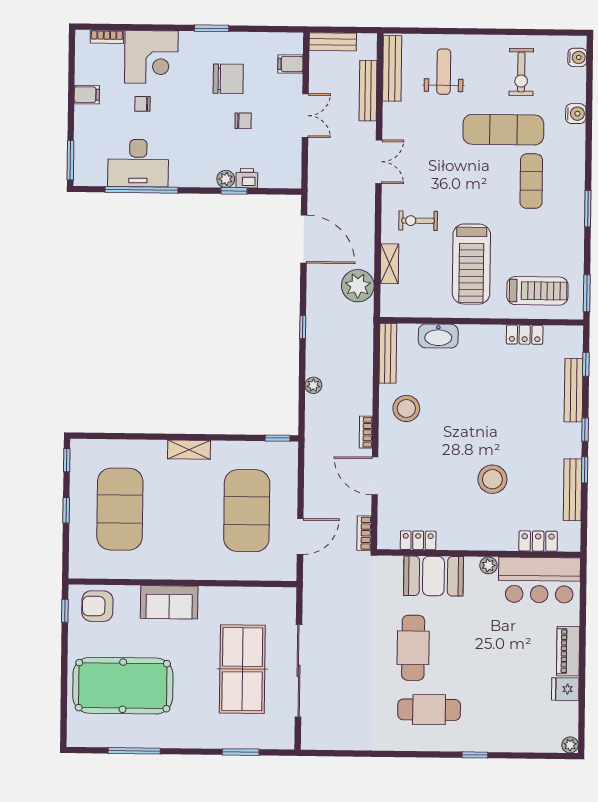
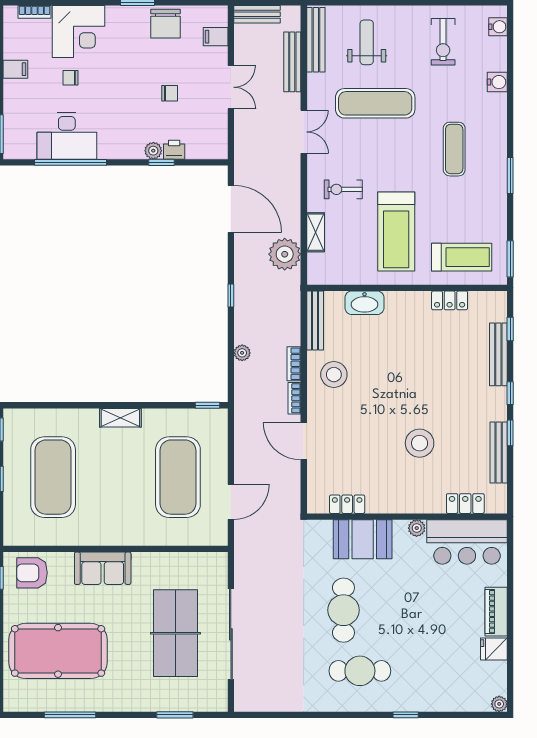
chair: (228, 79) -> (166, 24), moved, turned 90
exercise mat: (503, 130) -> (375, 103), moved
bookcase: (364, 533) -> (294, 364), moved

